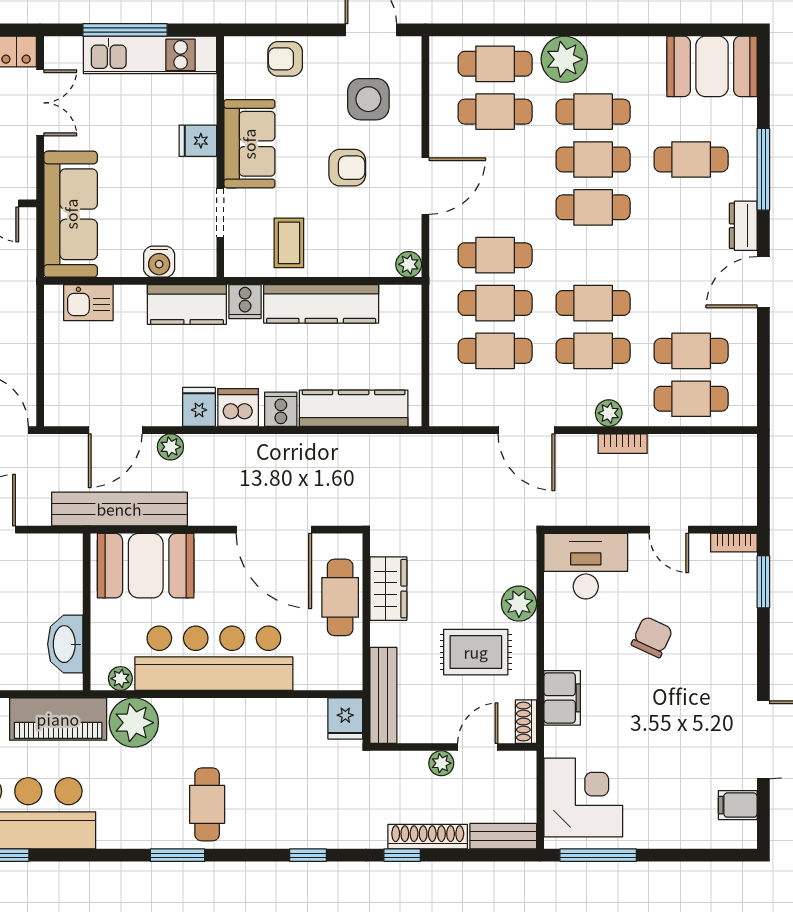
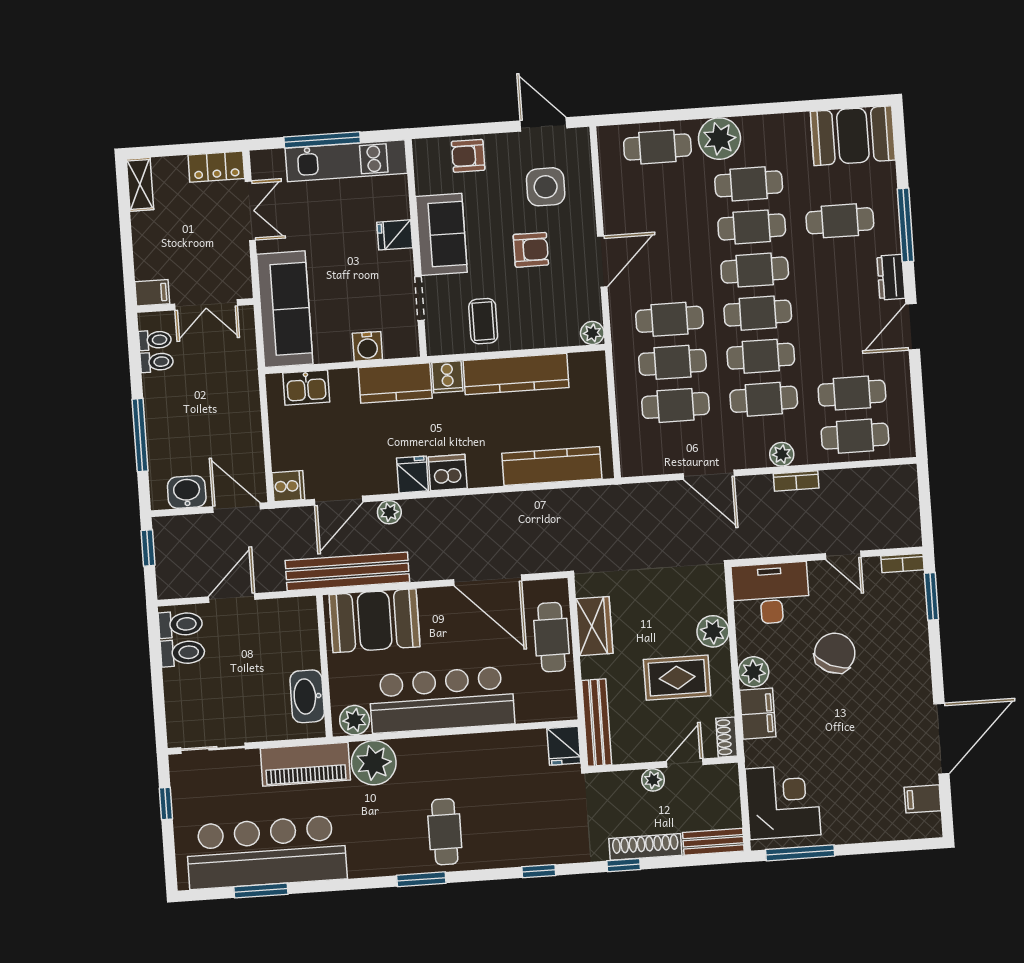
cafe table: (495, 112) -> (758, 313), moved
cooker: (281, 409) -> (288, 486), moved, turned 90
chair: (652, 637) -> (835, 653), width x1.37, depth x1.37
plant: (561, 651) -> (753, 672), added
plant: (120, 679) -> (355, 720), width x1.38, depth x1.38

